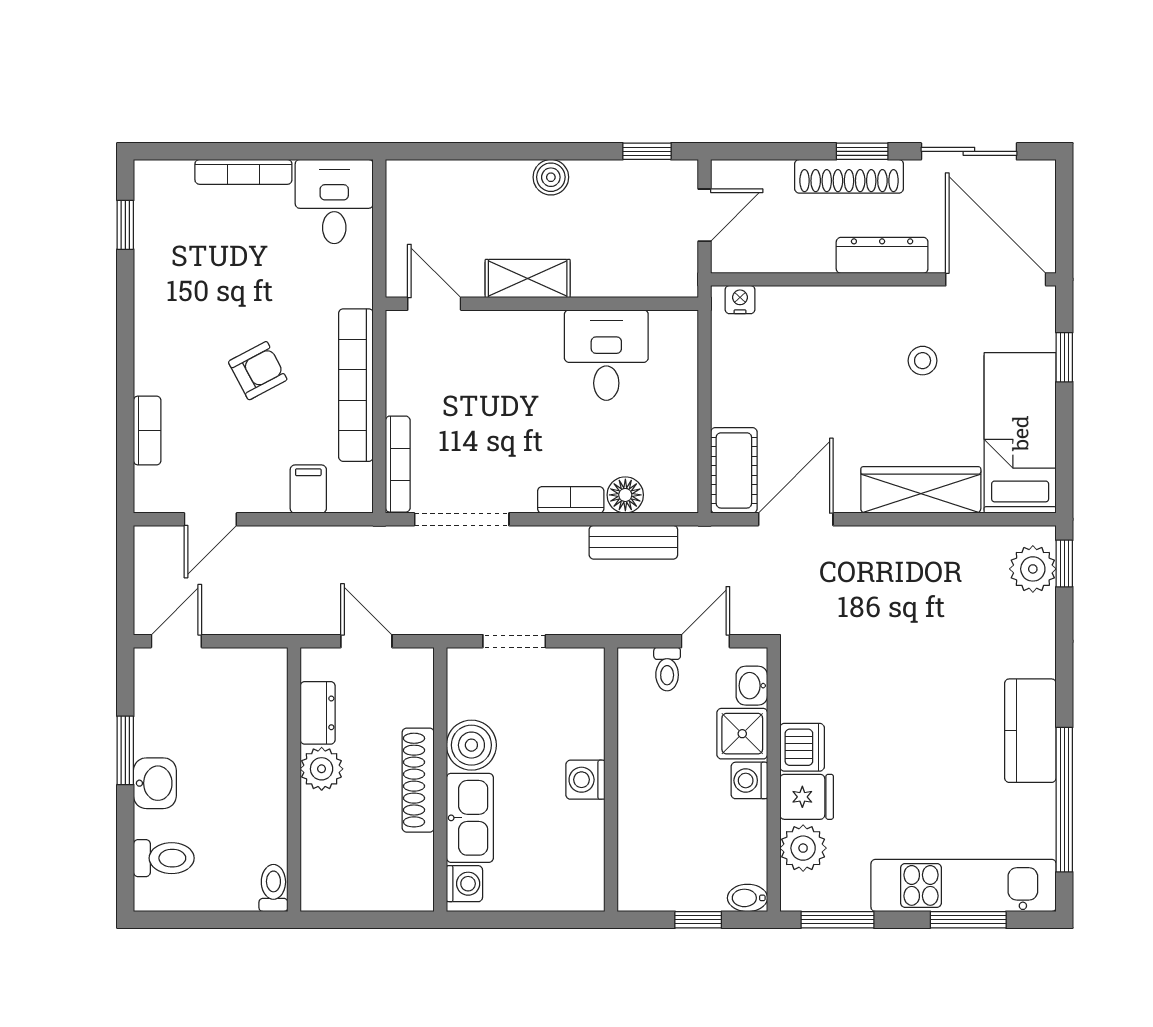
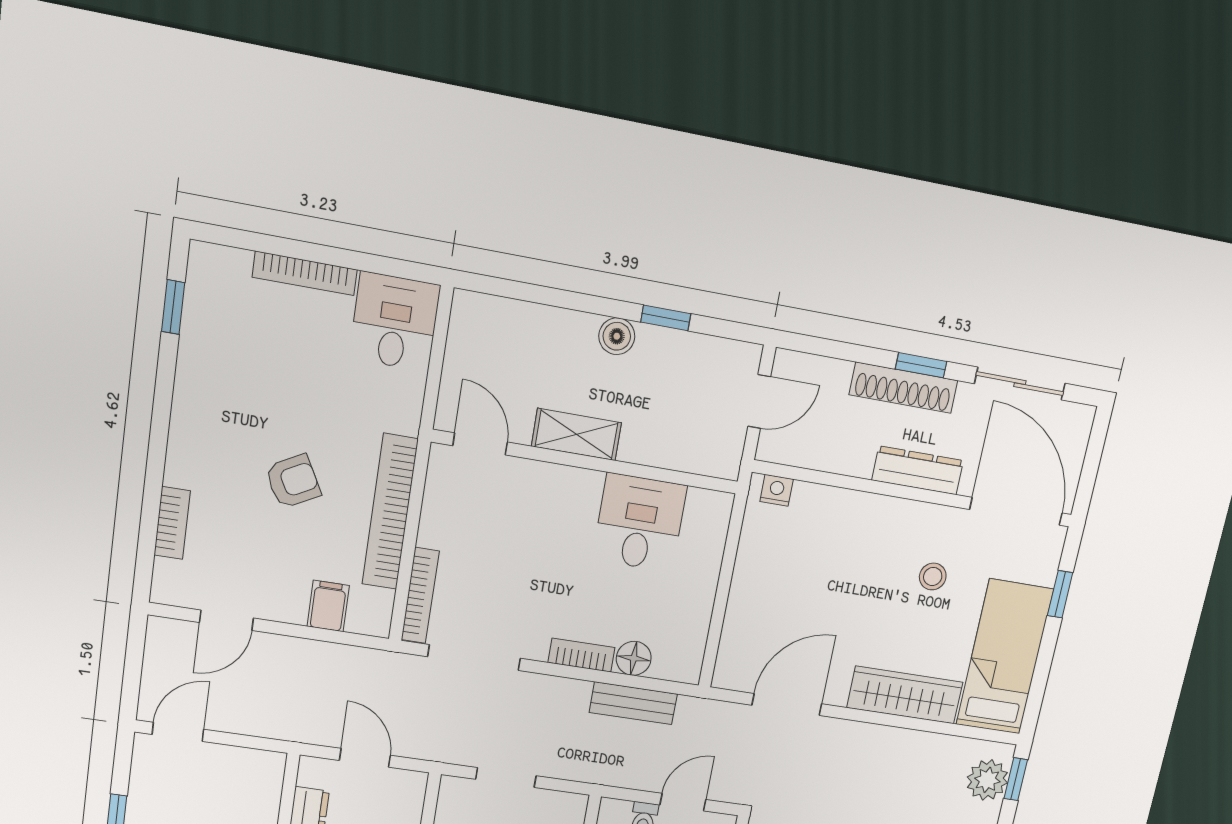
window: (647, 151) -> (666, 318), moved
cot: (734, 470) -> (739, 651), removed

